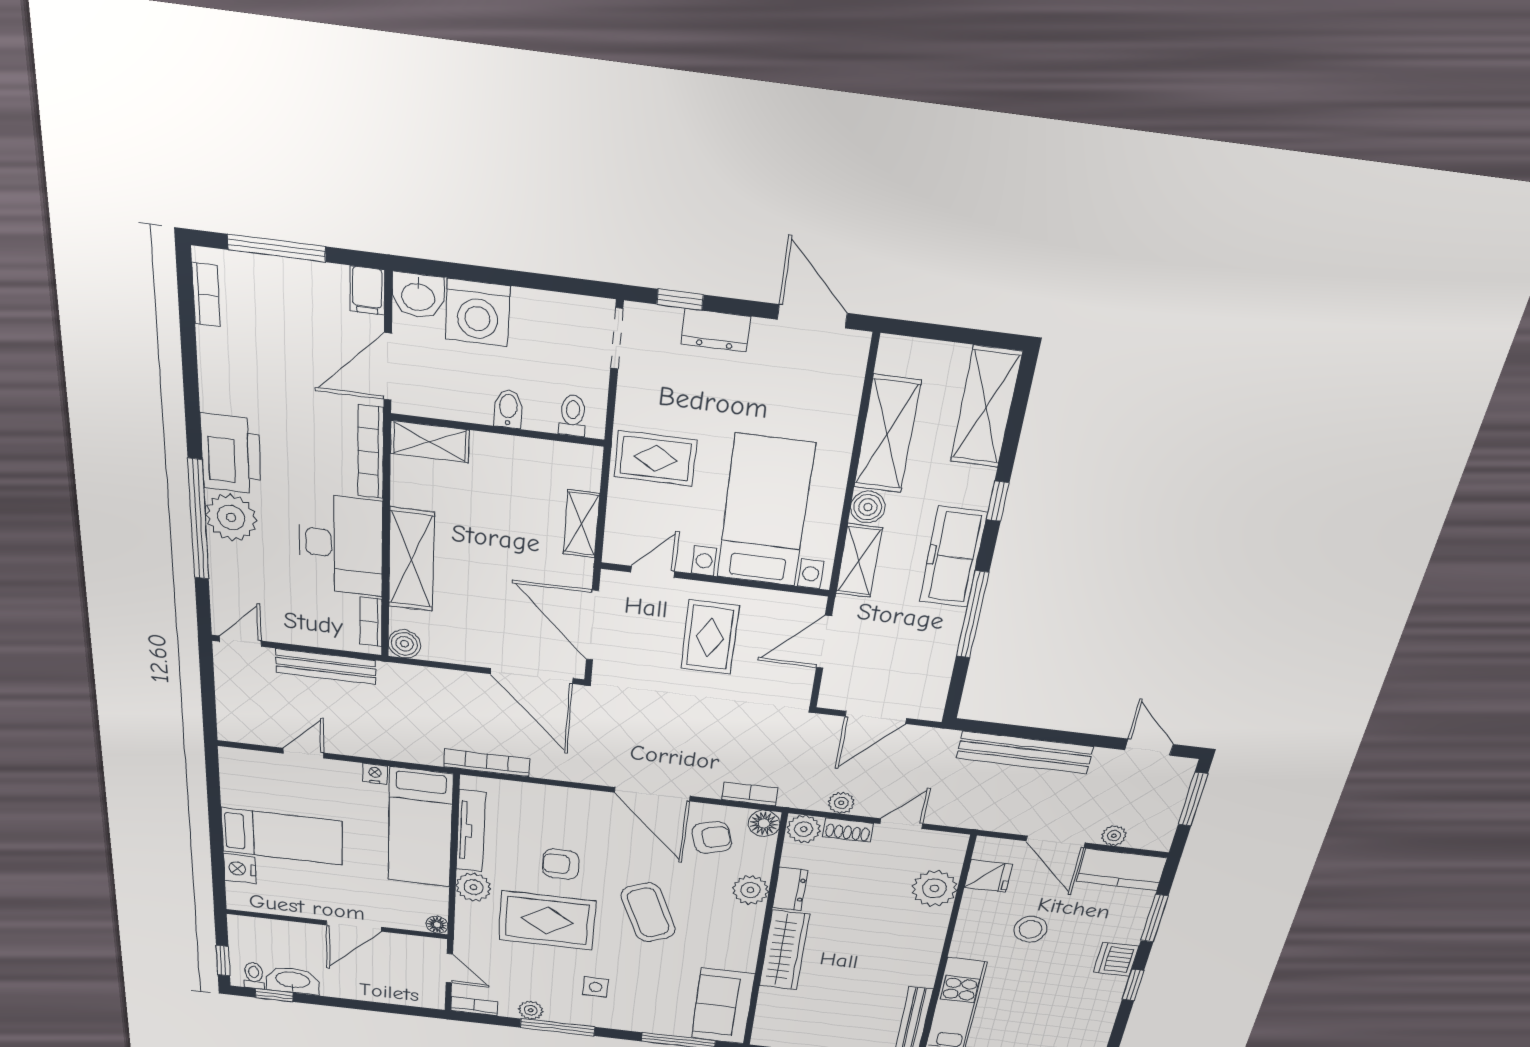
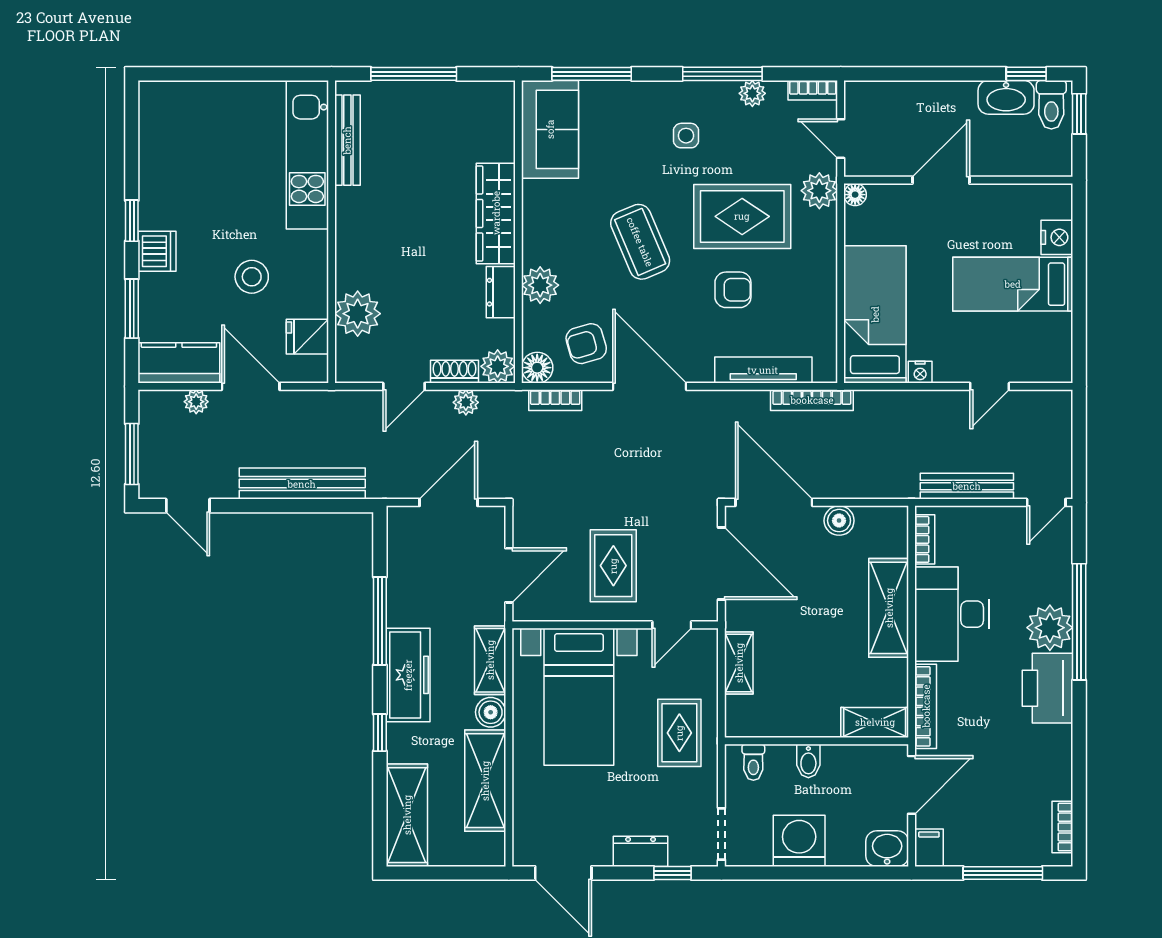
washing machine: (478, 313) -> (799, 841), moved
rug: (656, 458) -> (679, 733), turned 90
boiler: (404, 644) -> (839, 521), moved
tv unit: (471, 831) -> (763, 370), moved, turned 90
plant: (473, 887) -> (819, 191), moved
toilet: (254, 976) -> (1051, 105), width x1.37, depth x1.39

